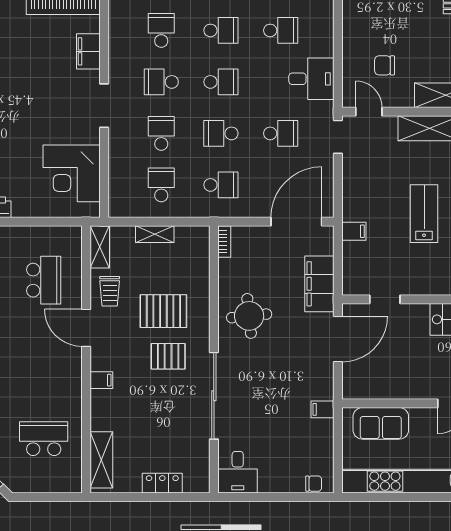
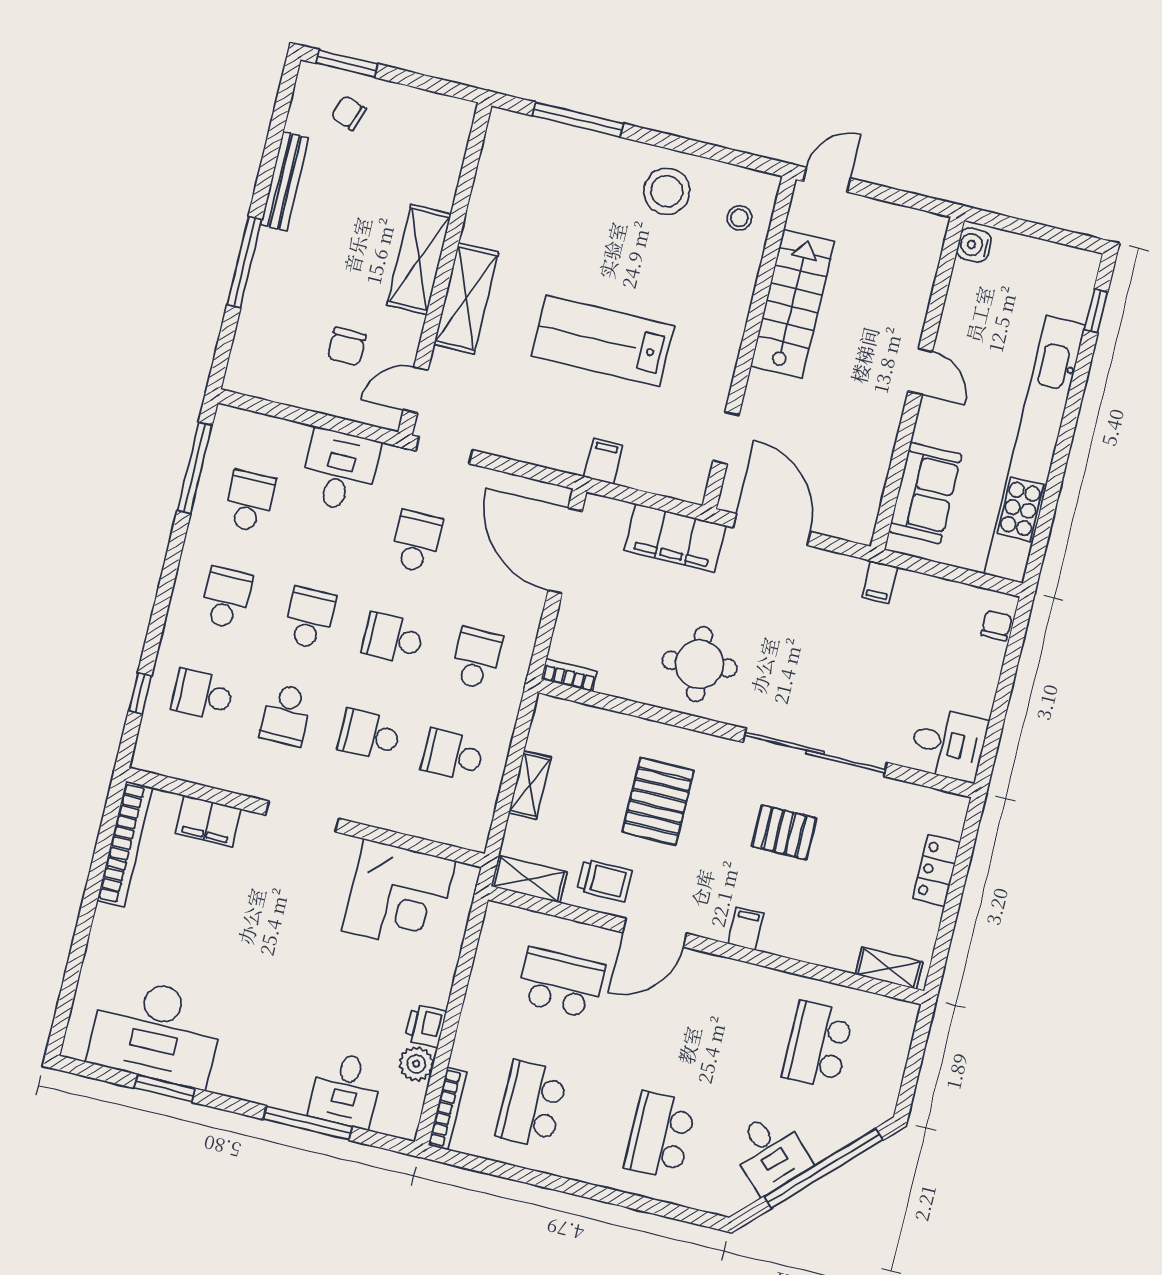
school desk: (221, 133) -> (393, 638), turned 90
lab bench: (424, 214) -> (603, 341), width x1.36, depth x1.39
pallet: (168, 356) -> (784, 832), moved, turned 90
shelving: (101, 460) -> (889, 968), width x0.67, depth x0.75

